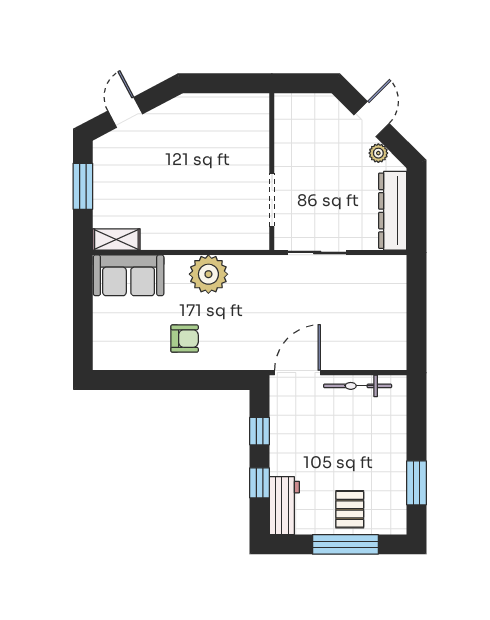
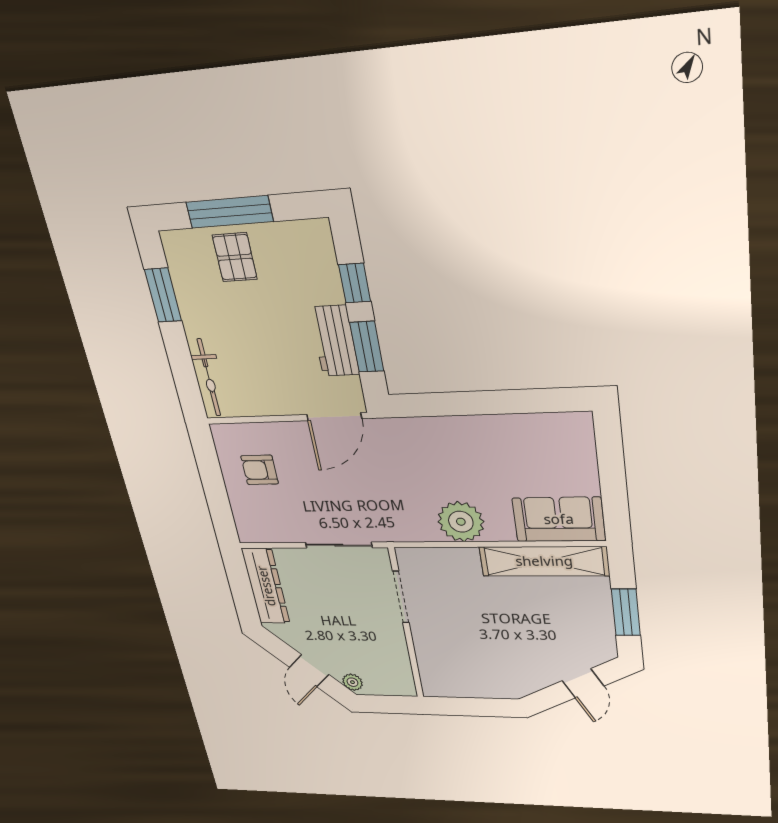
plant: (378, 153) -> (352, 682), moved
shelving: (116, 239) -> (544, 561), width x2.20, depth x1.33
armchair: (185, 339) -> (260, 470), moved
bicycle: (358, 386) -> (209, 378), moved, turned 90
window: (260, 431) -> (367, 347), width x1.50
workbench: (284, 506) -> (335, 341), moved

